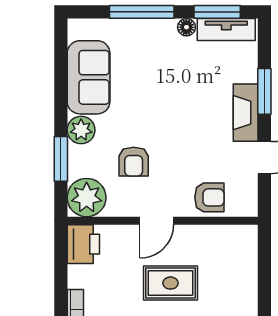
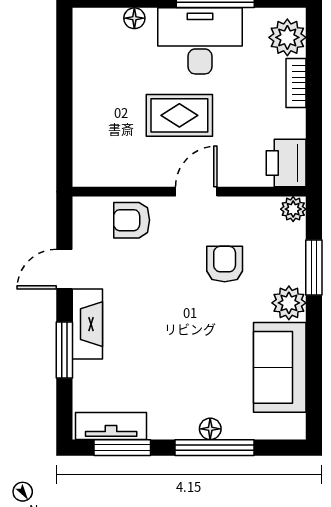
floor lamp: (186, 27) -> (210, 429), moved
plant: (87, 198) -> (293, 209), width x0.53, depth x0.53

